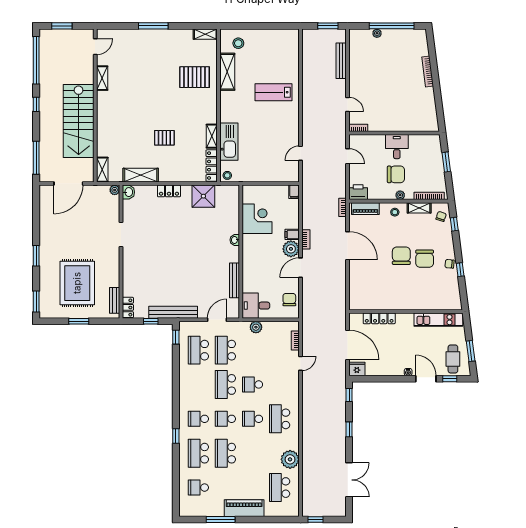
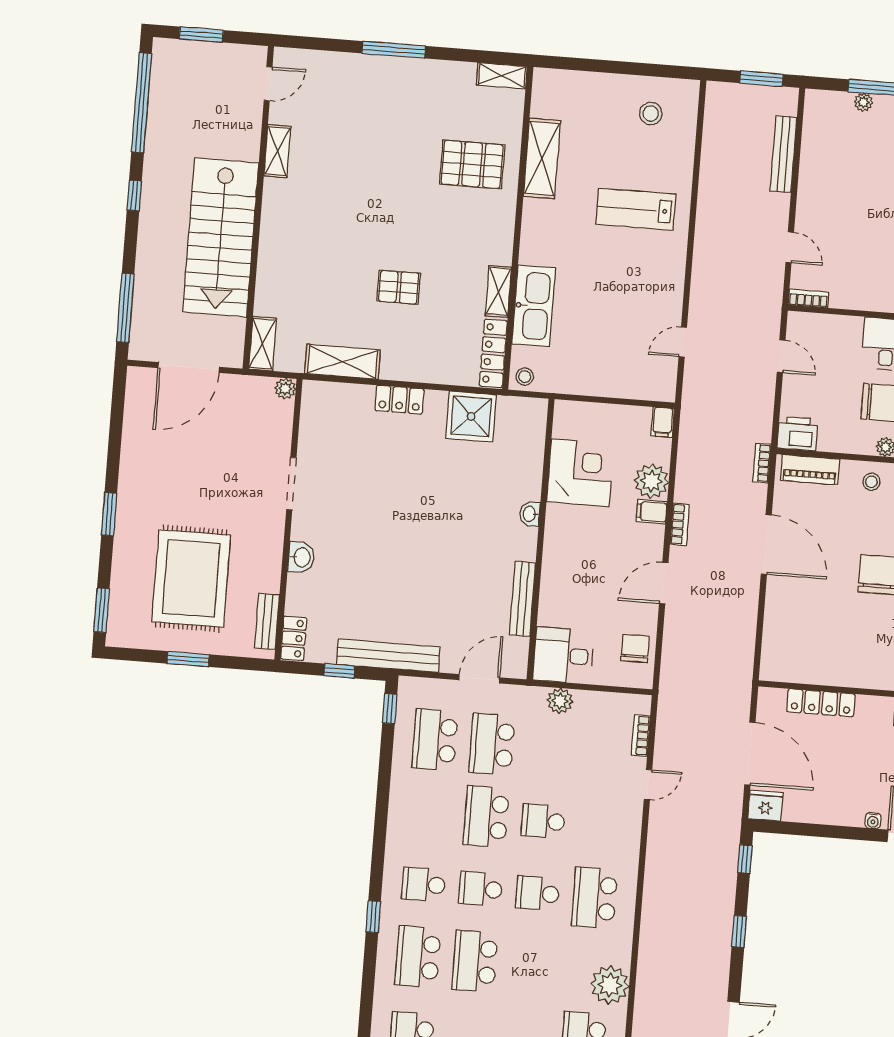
stool: (238, 43) -> (651, 114), moved
washbasin: (128, 192) -> (301, 557), moved
plant: (291, 249) -> (651, 481), moved

